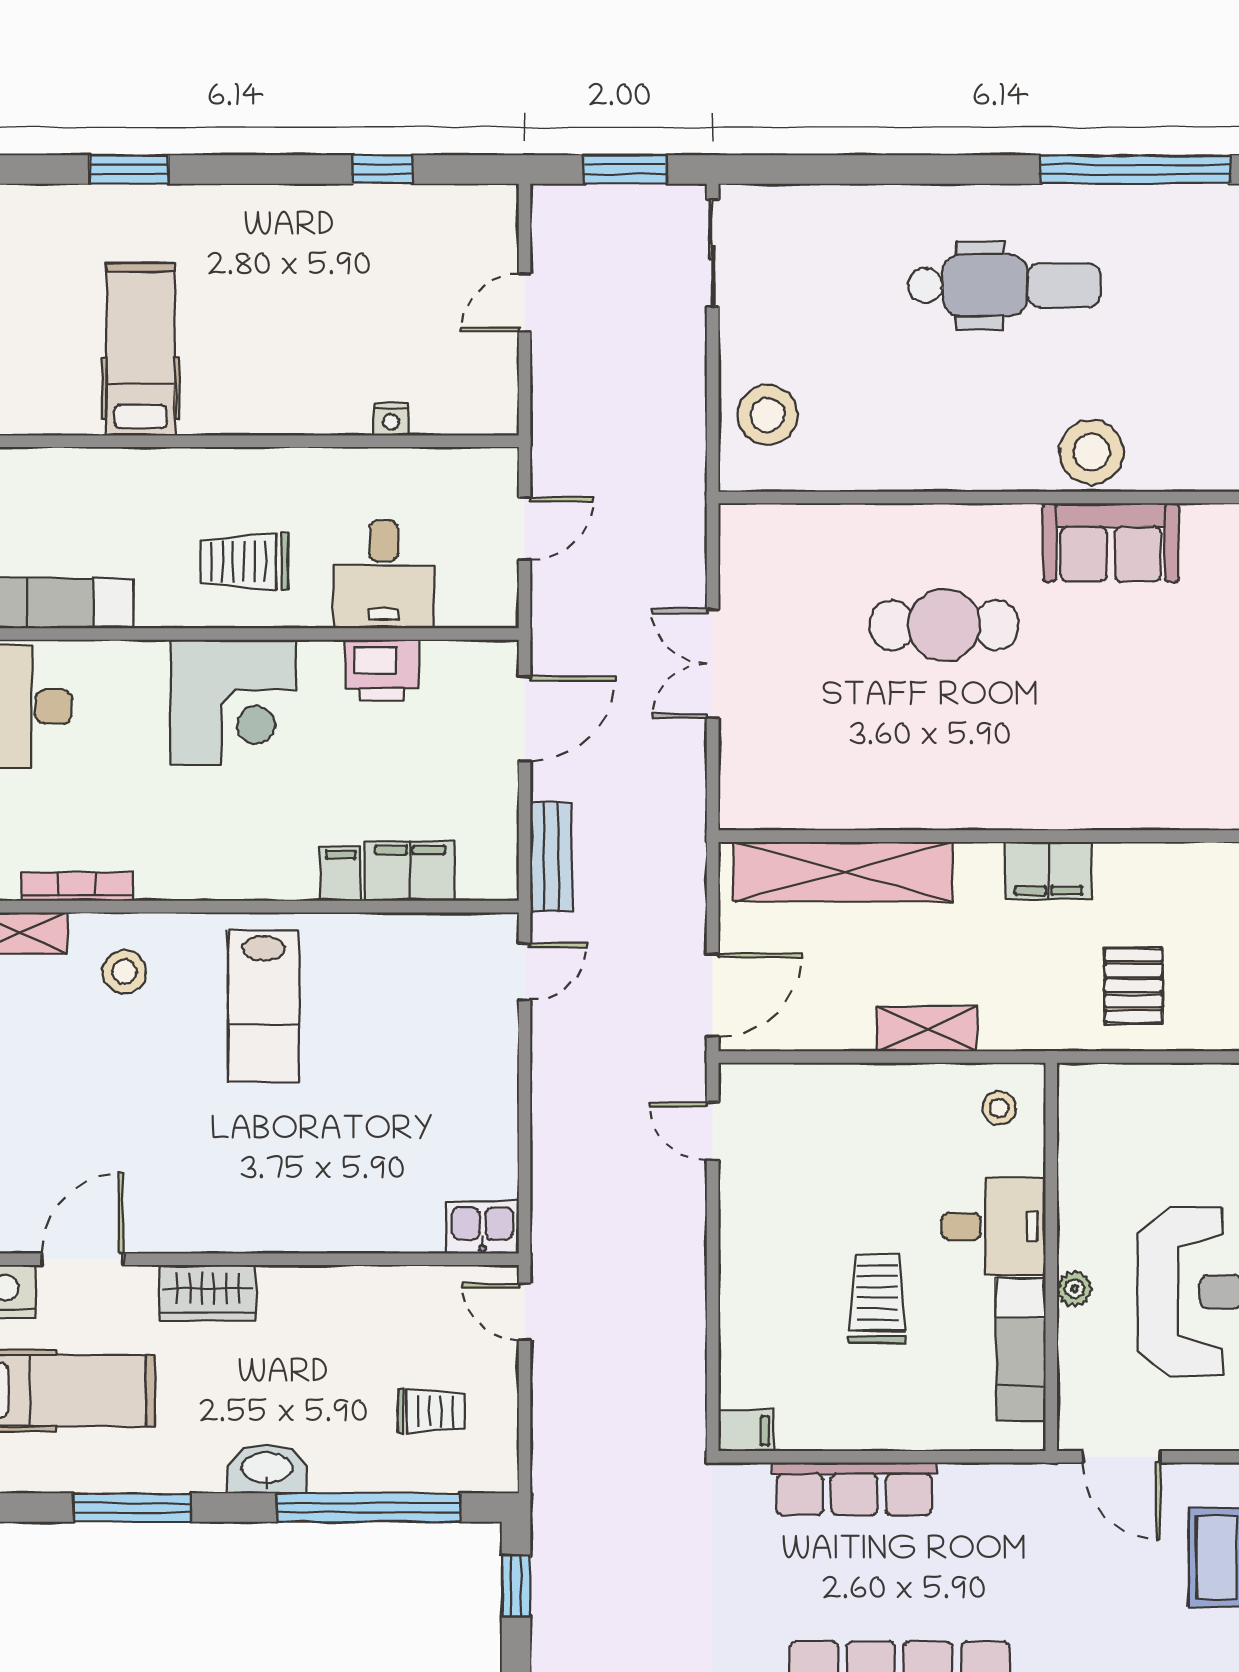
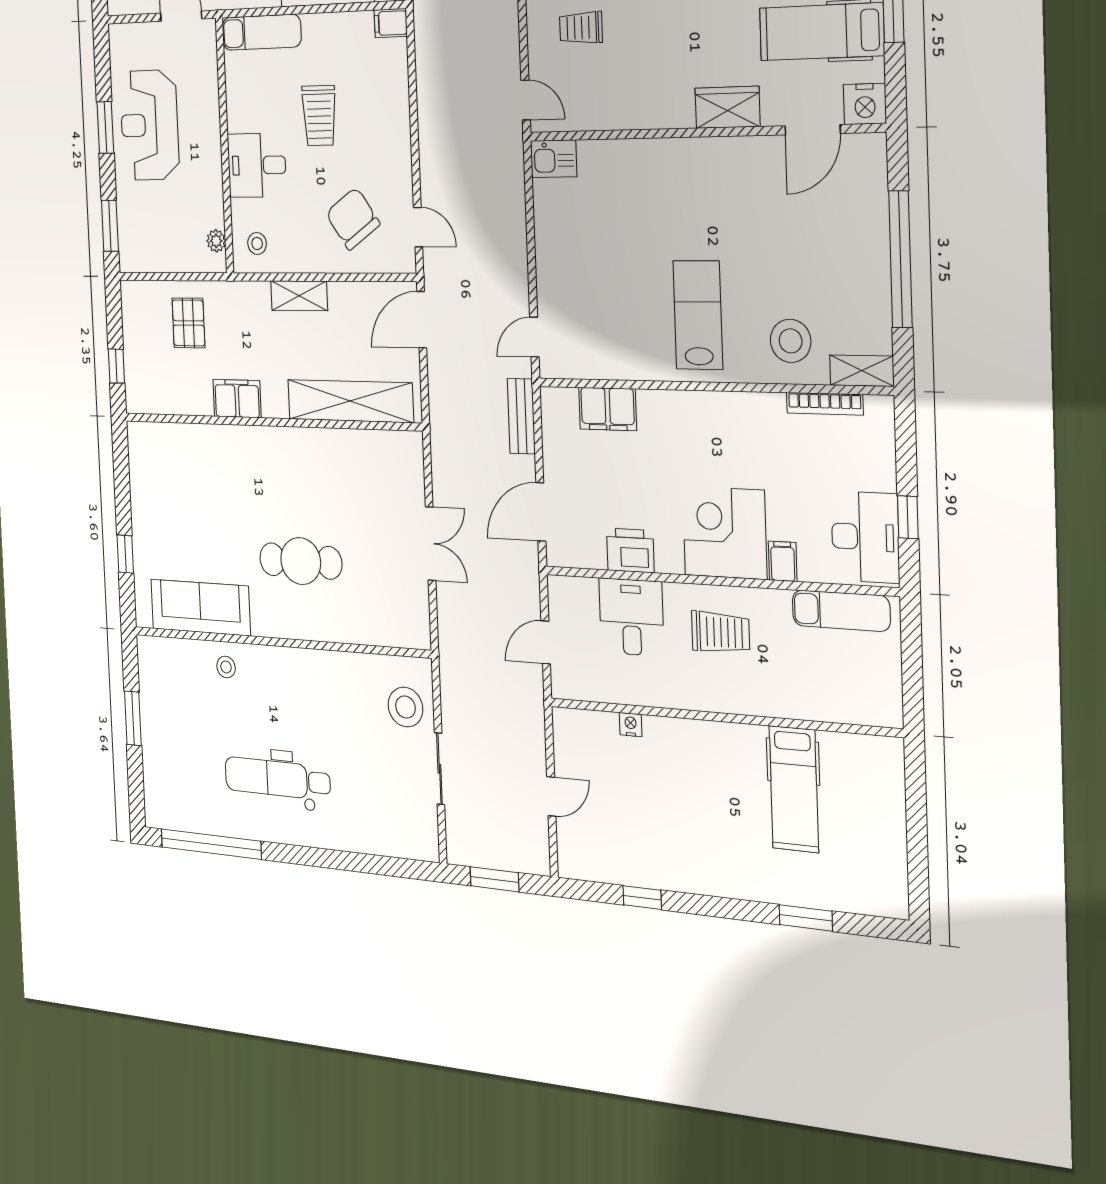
sliding door: (713, 253) -> (439, 769), moved
stool: (1091, 452) -> (226, 667), width x0.53, depth x0.53
sofa: (1111, 542) -> (200, 607), width x1.36
filing cabinet: (341, 874) -> (783, 561), moved, turned 180
stool: (124, 972) -> (791, 341), width x1.38, depth x1.38
chair: (825, 1144) -> (353, 219), added
plant: (1075, 1289) -> (216, 241), moved
exam couch: (1021, 1349) -> (261, 32), moved, turned 90

